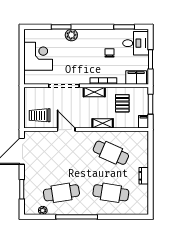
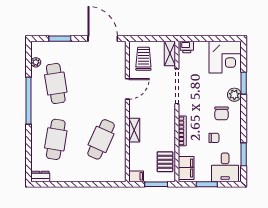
chair: (88, 46) -> (222, 113), added
corner desk: (38, 56) -> (225, 57), moved
printer: (29, 77) -> (187, 47), added
shelving: (94, 92) -> (170, 53), moved
pallet: (122, 103) -> (165, 162), moved, turned 90
dresser: (144, 176) -> (40, 177), moved

